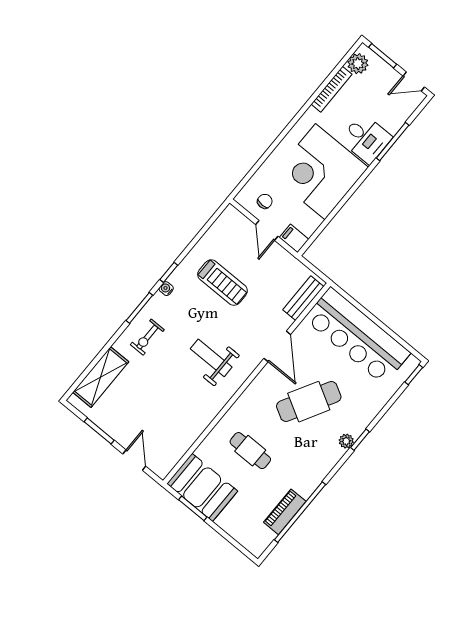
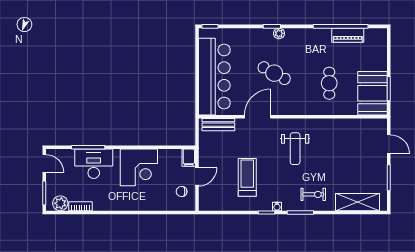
bookcase: (332, 89) -> (81, 206), width x0.64
desk: (366, 139) -> (94, 164), width x1.37
corner desk: (320, 172) -> (139, 167), width x0.74, depth x0.74
cafe table: (309, 402) -> (274, 73), width x0.73, depth x0.74
door: (134, 460) -> (389, 144), swing flipped

